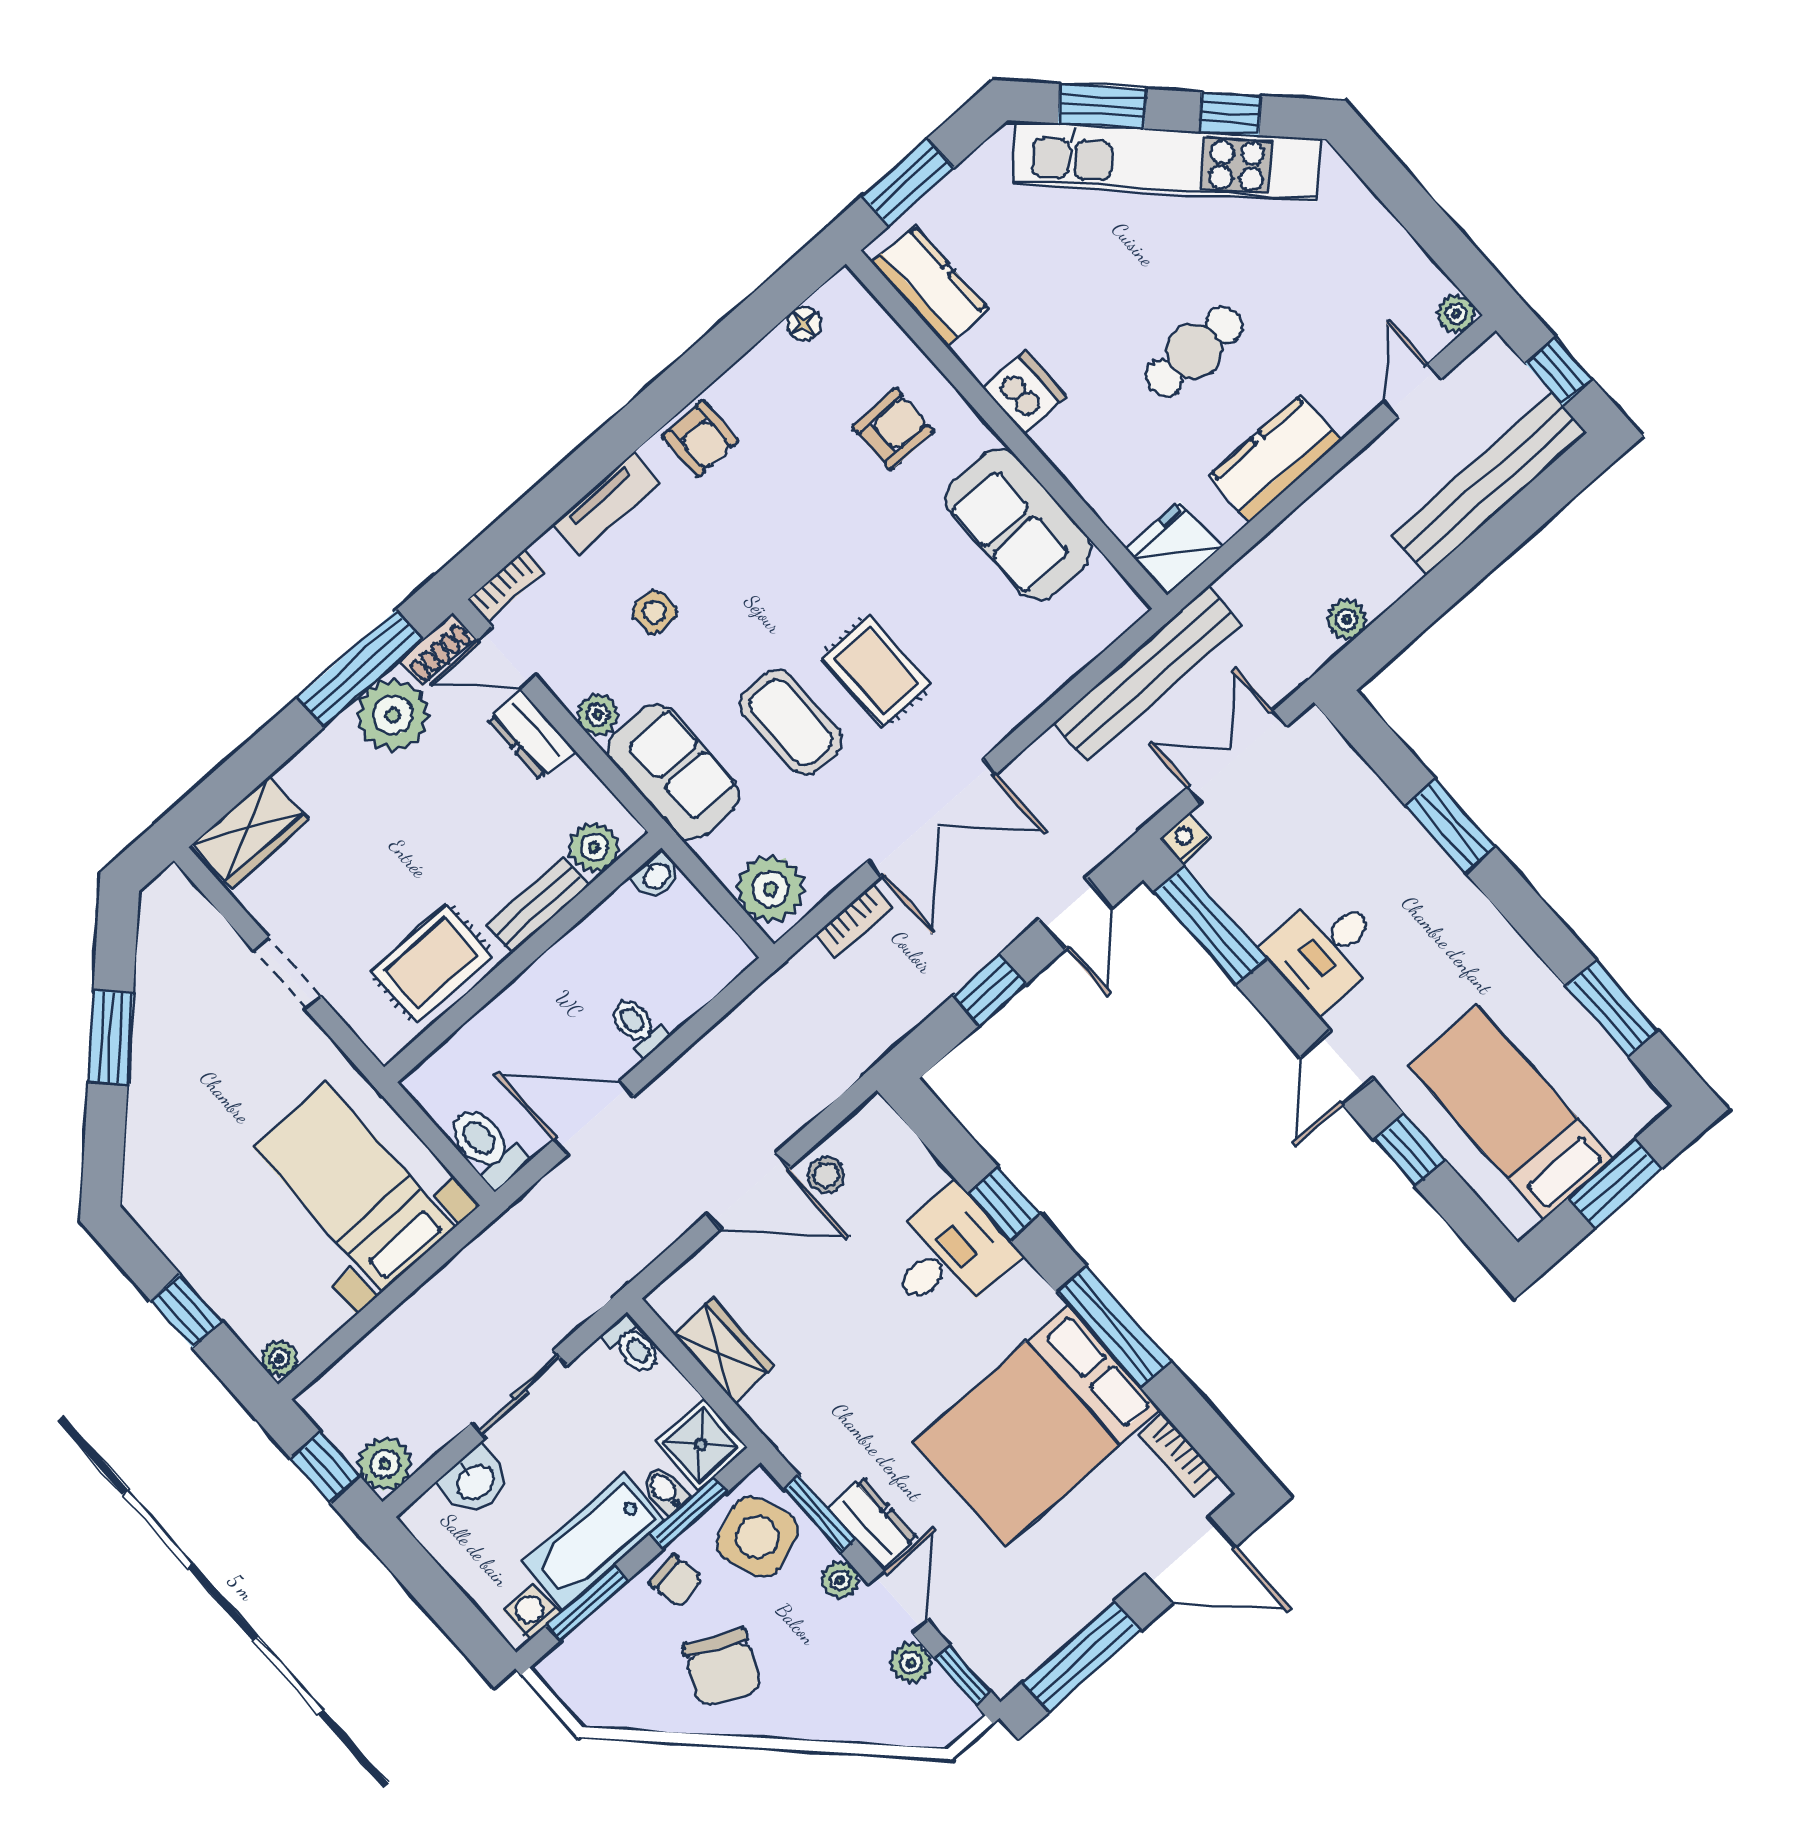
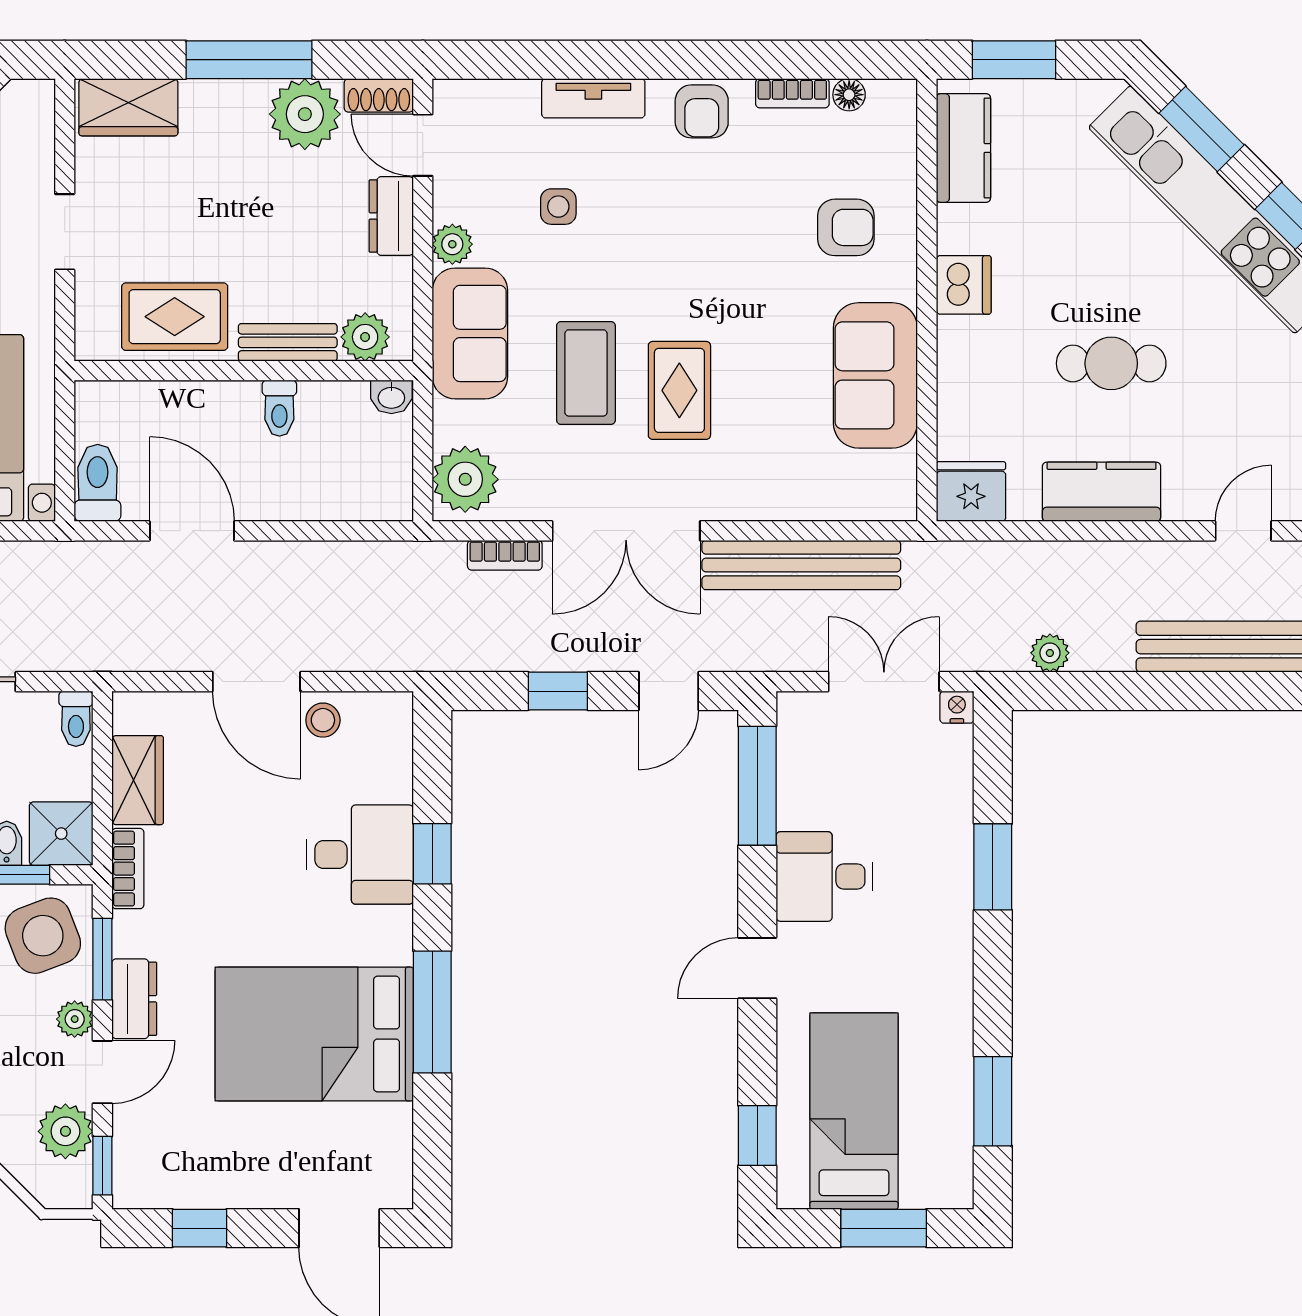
bookcase: (506, 585) -> (792, 93), moved
window: (360, 669) -> (249, 60), moved
bench: (1147, 674) -> (801, 565), moved
nightstand: (1186, 838) -> (957, 707), moved
toilet: (638, 1026) -> (279, 408), moved, turned 180
window: (1409, 1150) -> (757, 1135), moved
bookcase: (1178, 1455) -> (128, 869), moved, turned 180
window: (1082, 1657) -> (200, 1228), width x0.46
plant: (911, 1663) -> (65, 1131), width x1.38, depth x1.38

